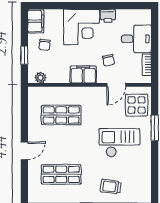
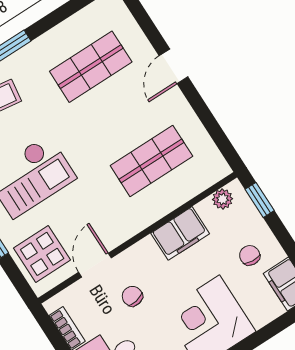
window: (24, 55) -> (260, 200), moved
filing cabinet: (83, 75) -> (180, 233), moved

